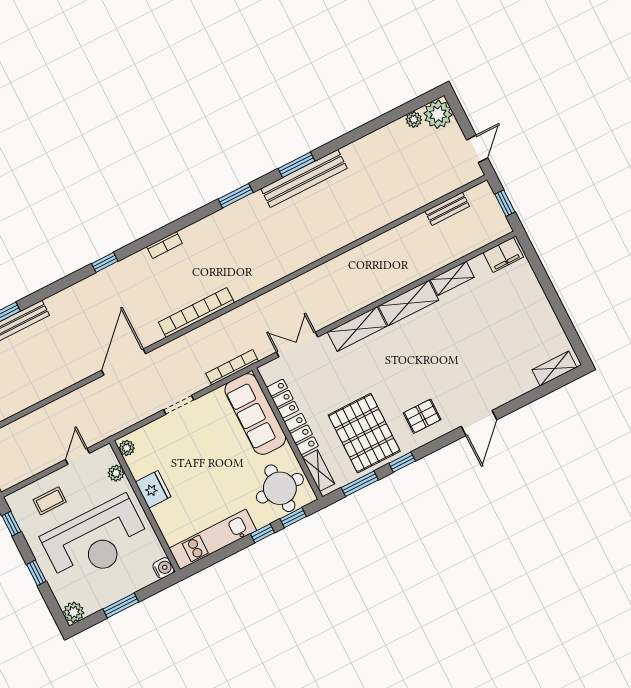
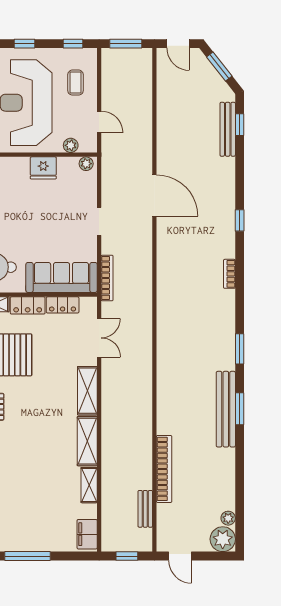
window: (556, 304) -> (28, 556), added
bookcase: (196, 312) -> (164, 469), moved

